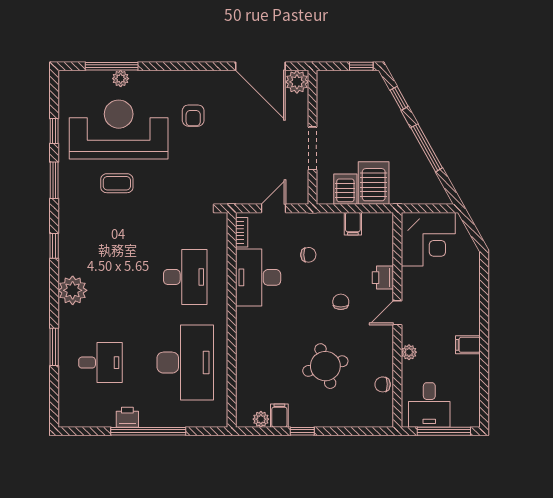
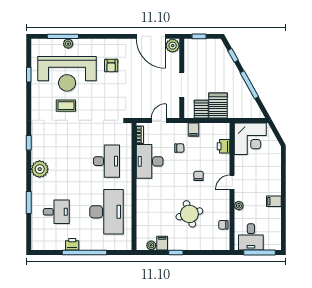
window: (361, 66) -> (199, 36), moved
reception desk: (119, 129) -> (67, 74), turned 180
window: (54, 180) -> (29, 104), removed
filing cabinet: (353, 224) -> (193, 130), moved
printer: (383, 278) -> (223, 146), moved

